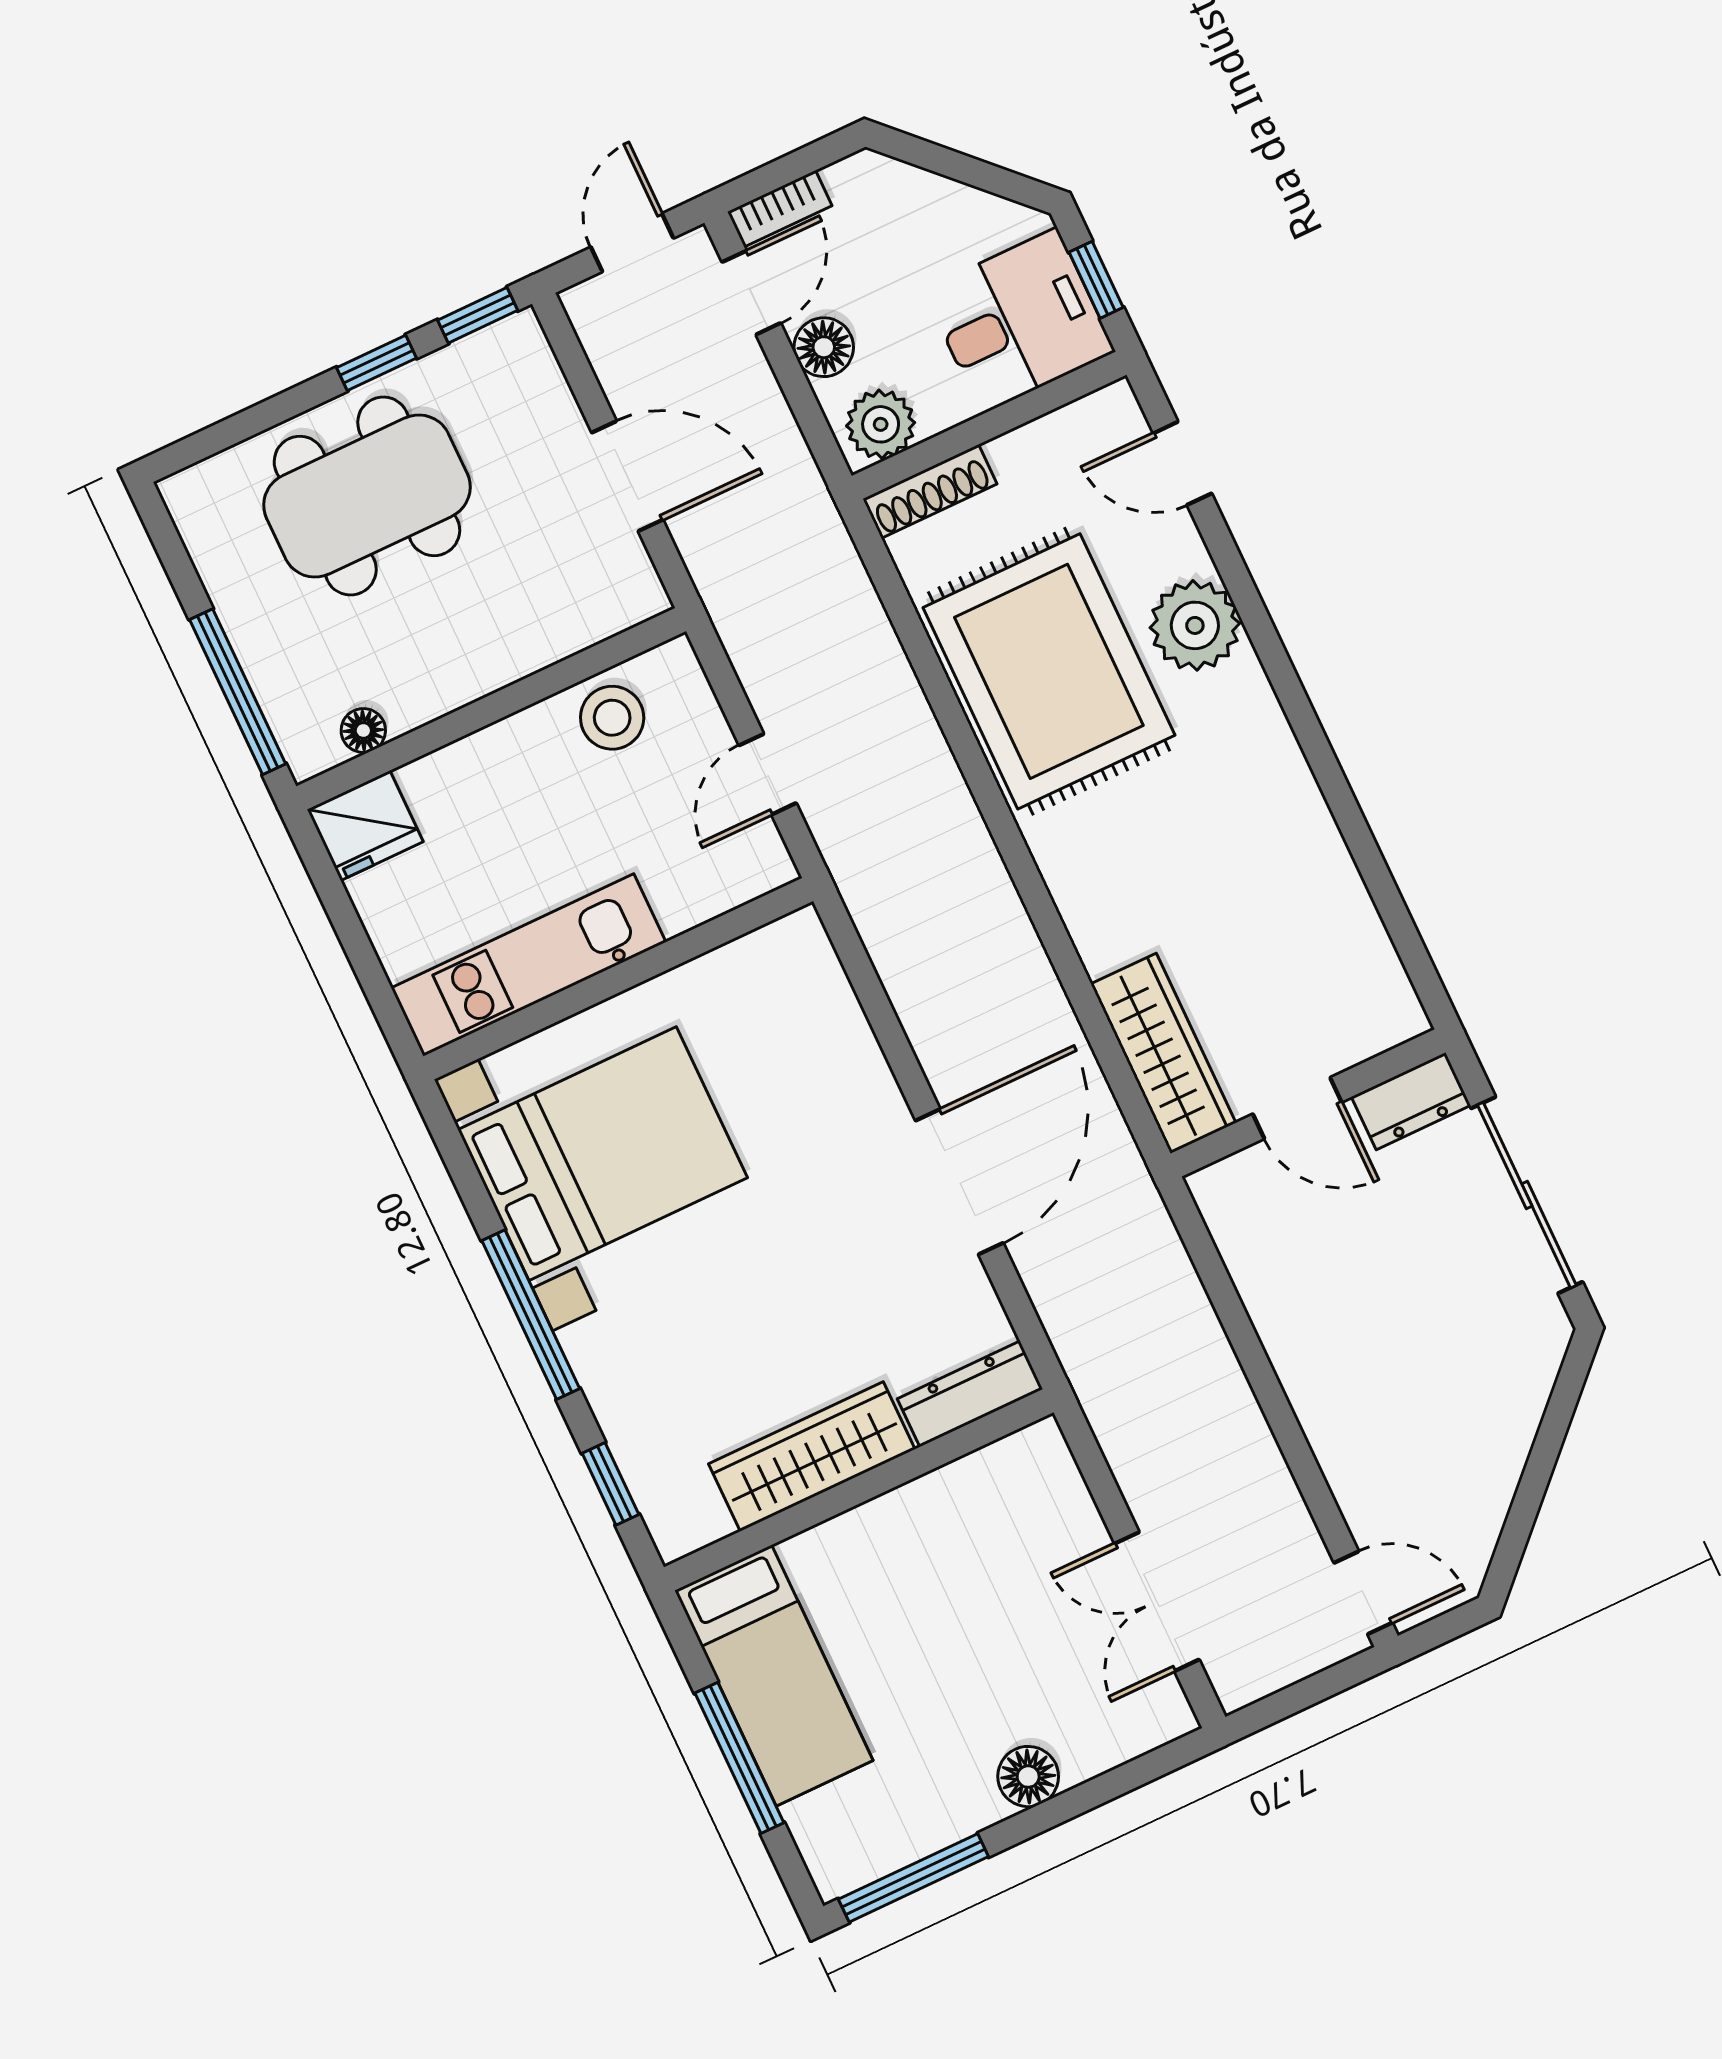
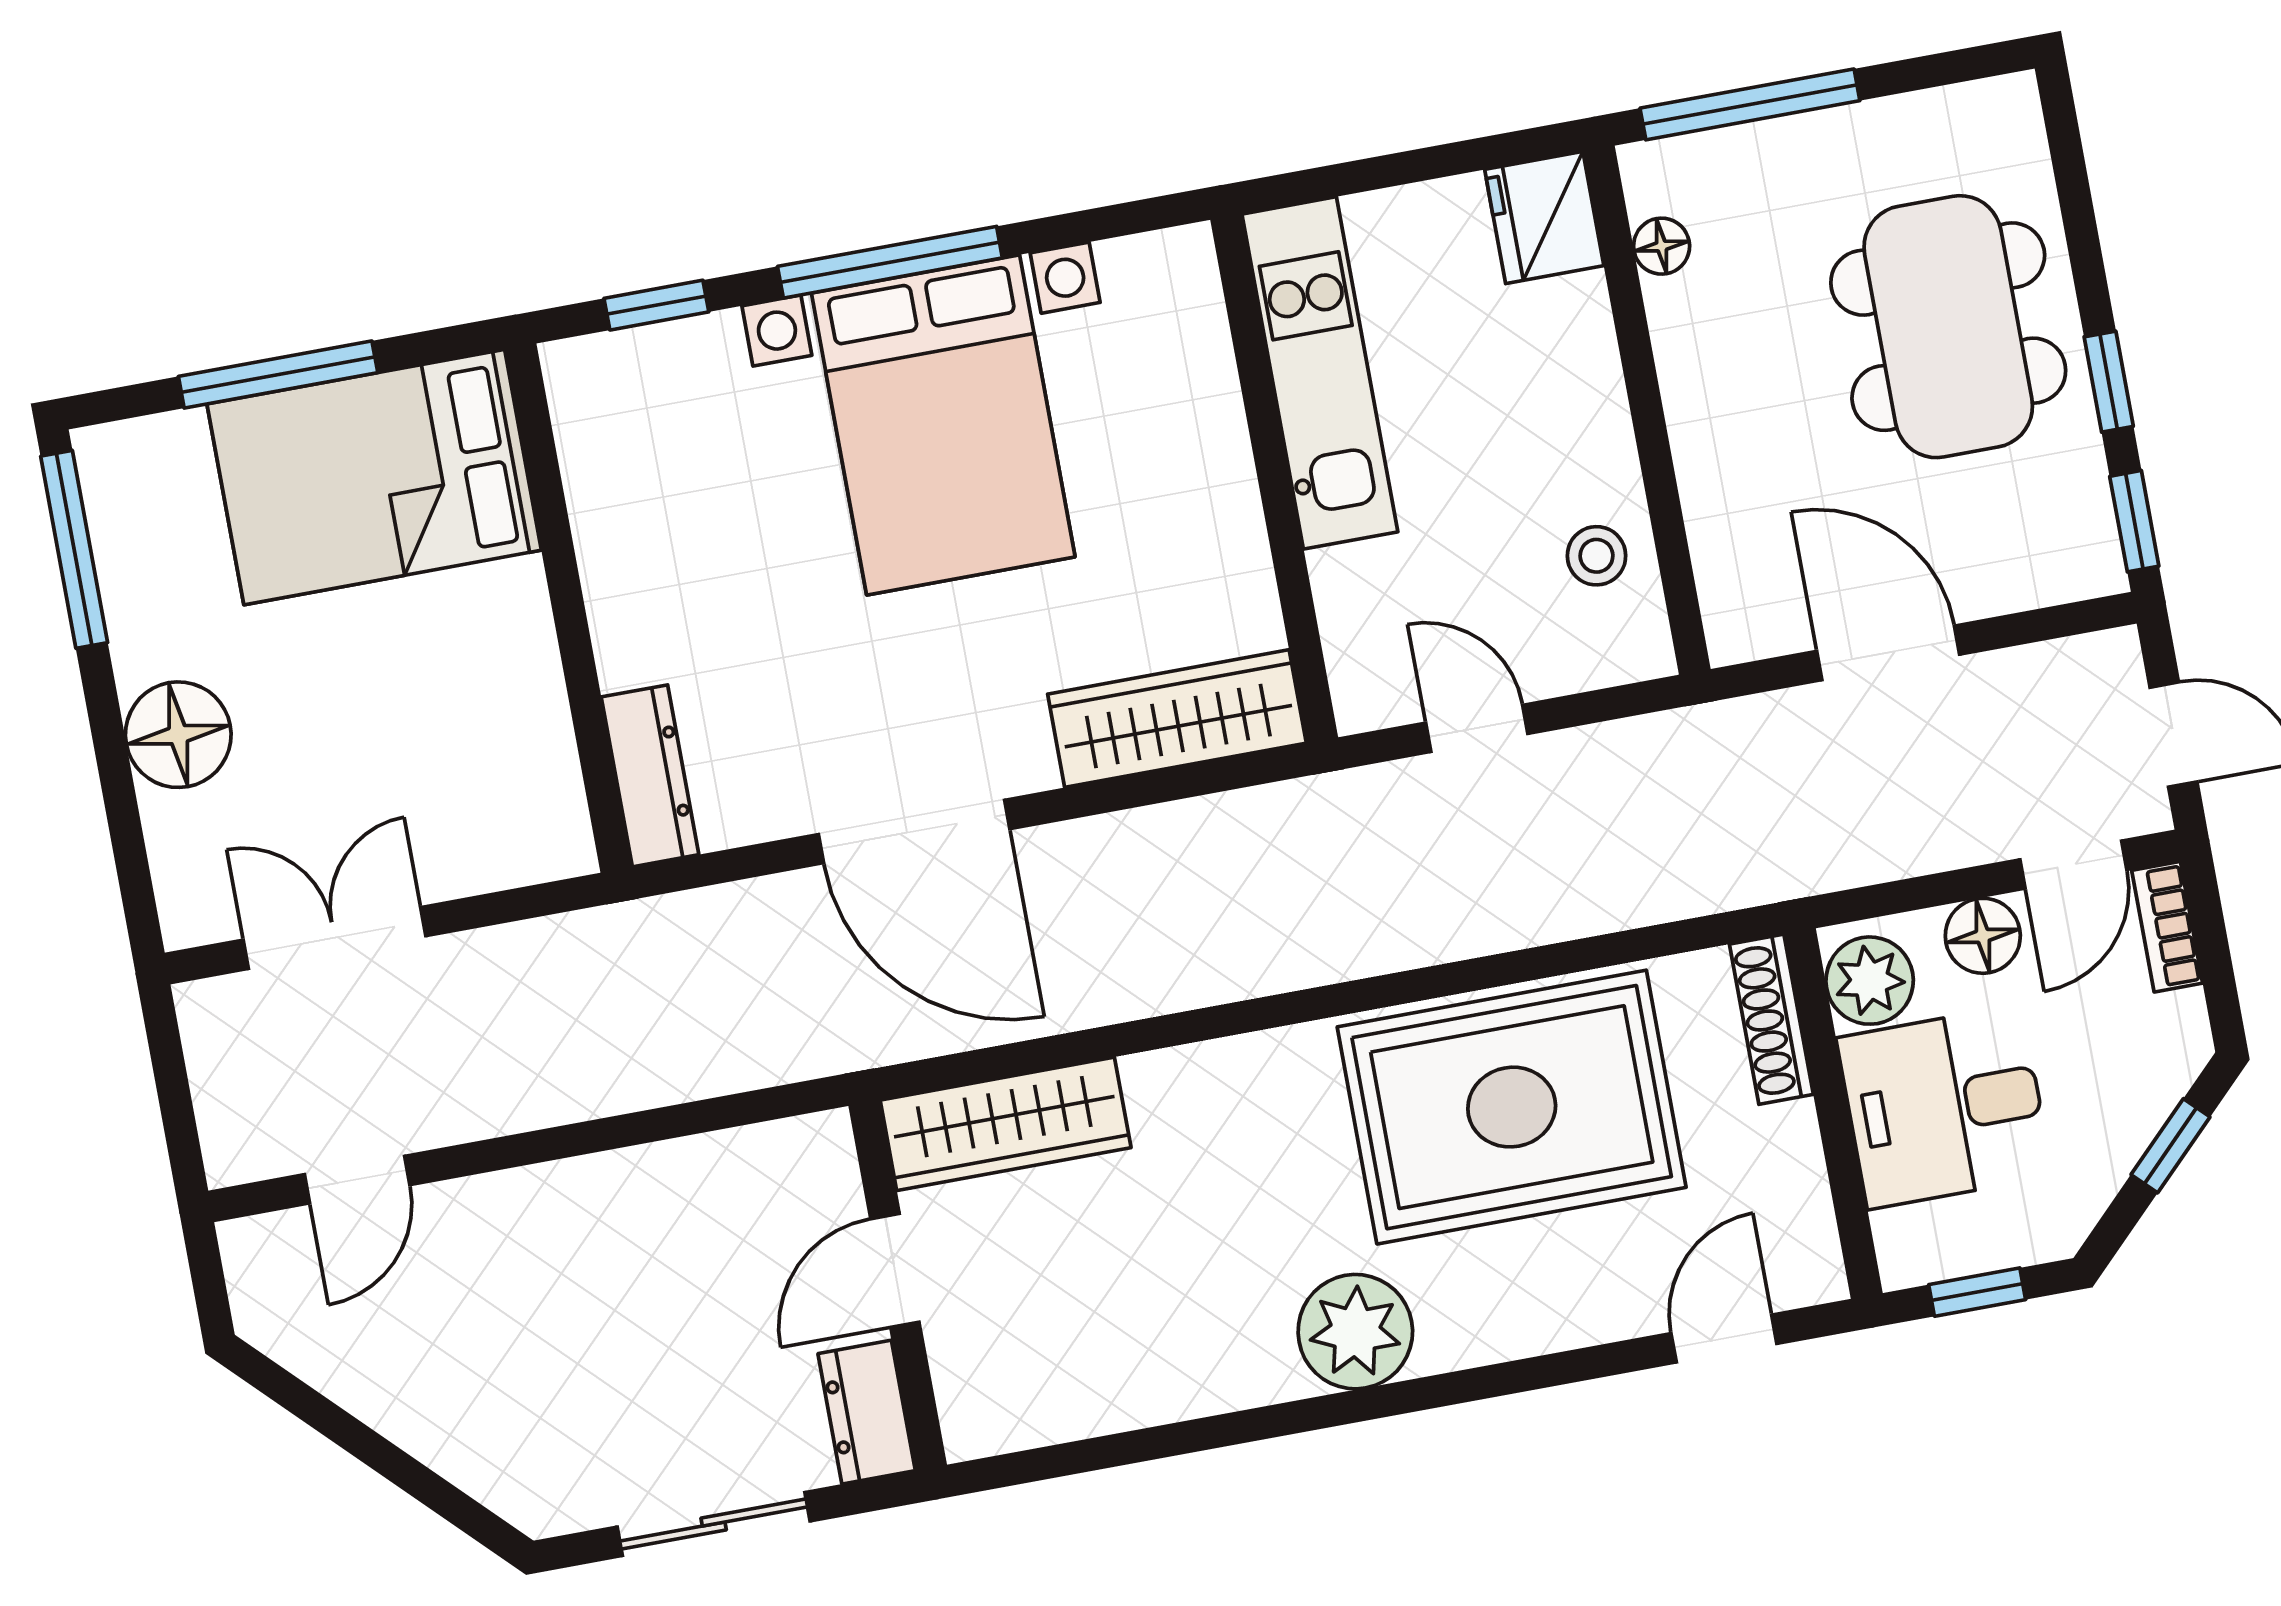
window: (946, 162) -> (2171, 1146), added
door: (751, 293) -> (2073, 865), hinge flipped
desk: (1019, 321) -> (1945, 1107), moved, turned 90
door: (627, 476) -> (1888, 653), swing flipped
plant: (1195, 625) -> (1355, 1332), moved
stool: (612, 718) -> (1597, 556), width x0.73, depth x0.73
bed with nightstands: (603, 1154) -> (943, 425), moved
sliding door: (1527, 1195) -> (714, 1524), width x0.73
wardrobe: (812, 1457) -> (1177, 719), moved, turned -90
door: (1363, 1593) -> (357, 1180), moved
bed: (774, 1675) -> (374, 477), width x1.50
floor lamp: (1028, 1777) -> (178, 735), width x1.38, depth x1.38

